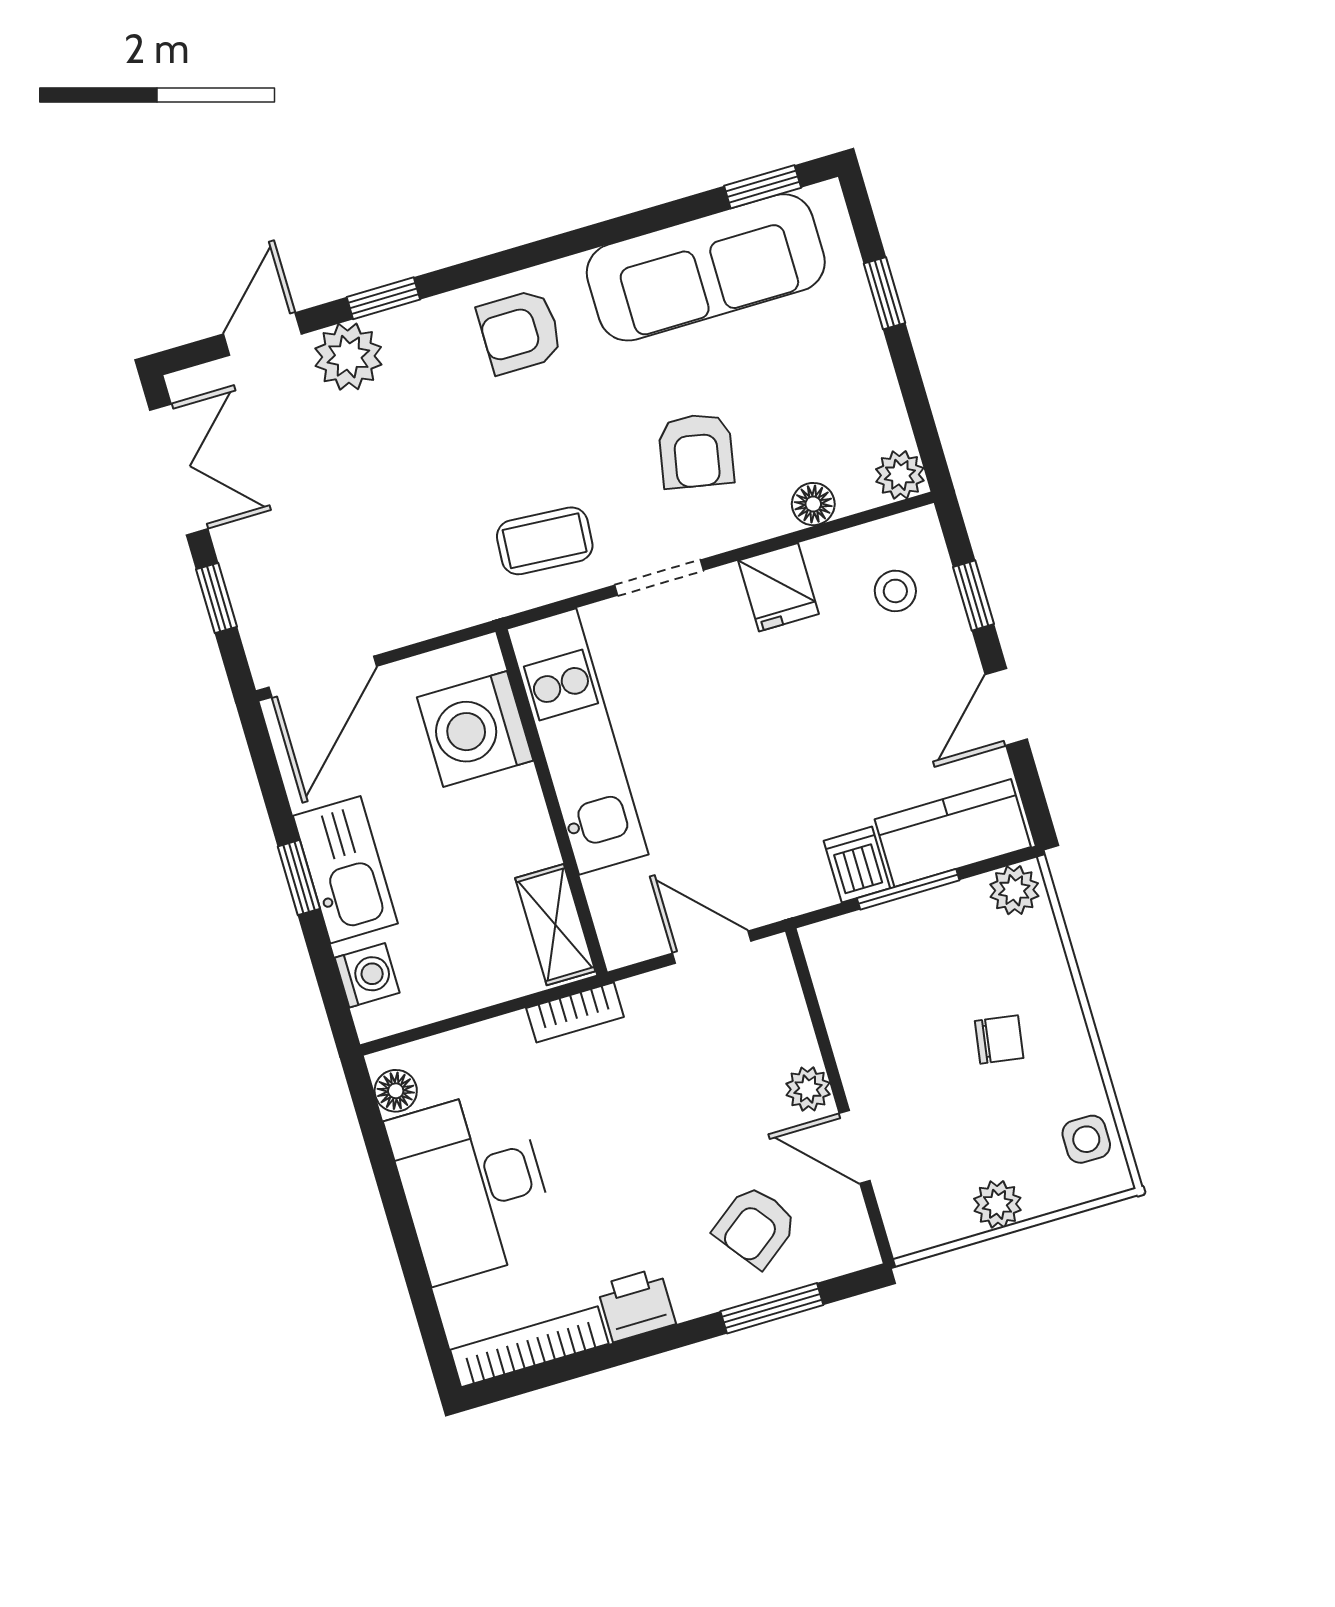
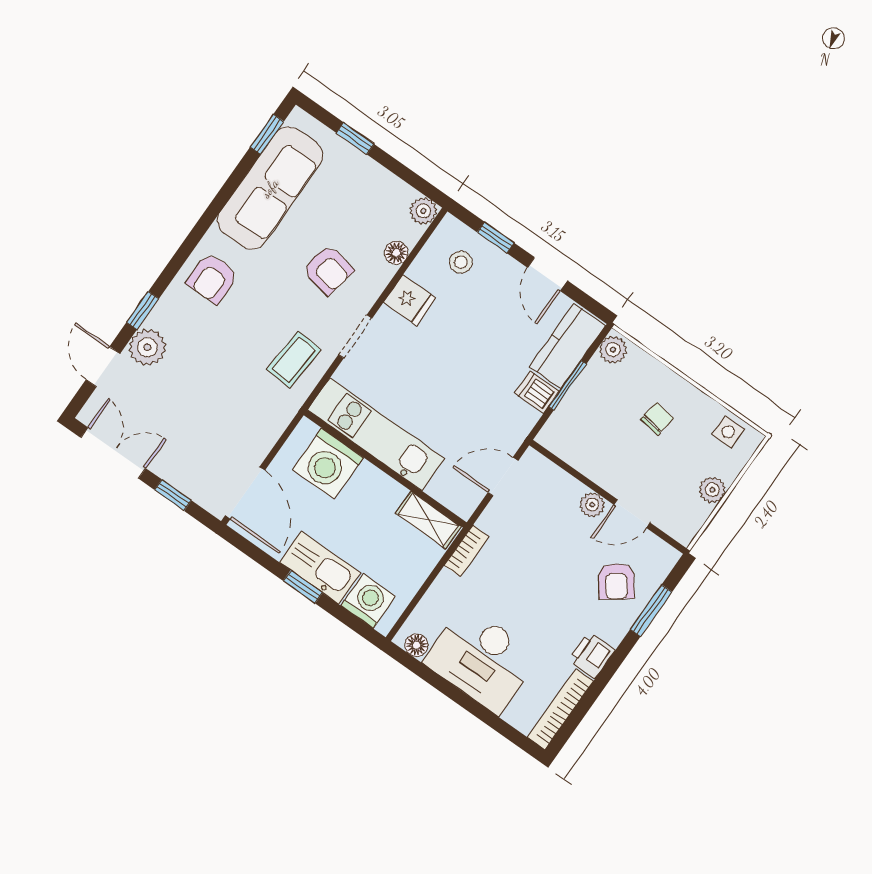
washing machine: (367, 975) -> (368, 601), width x1.38, depth x1.38

